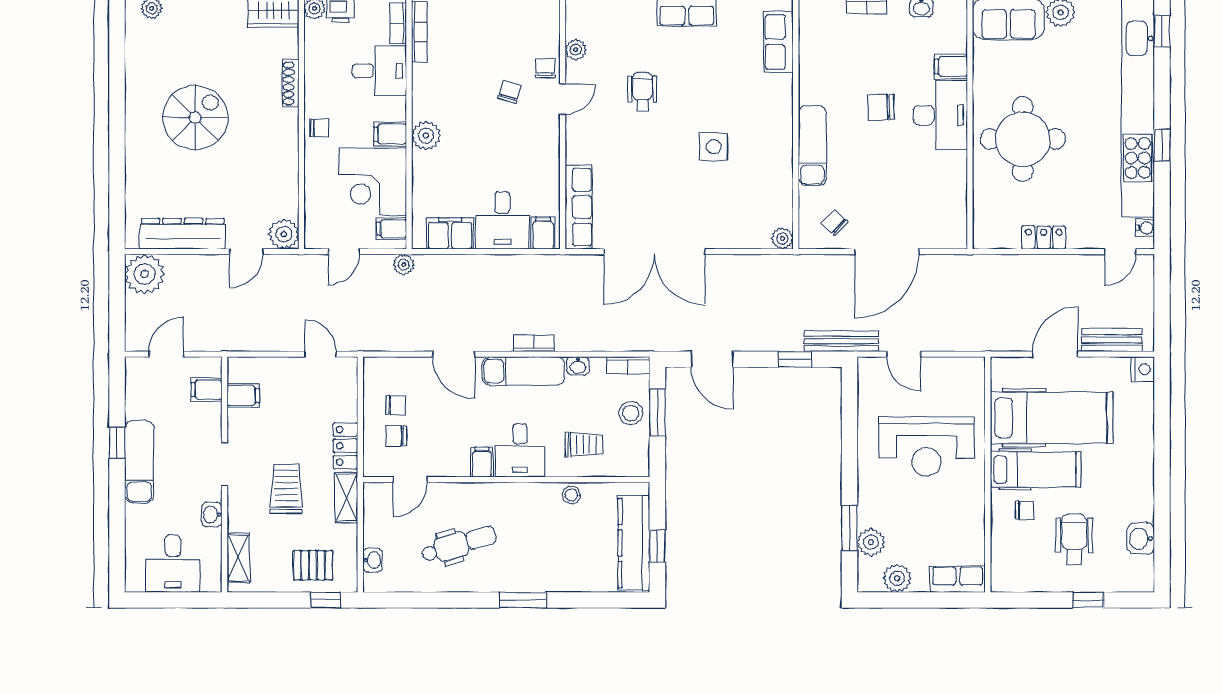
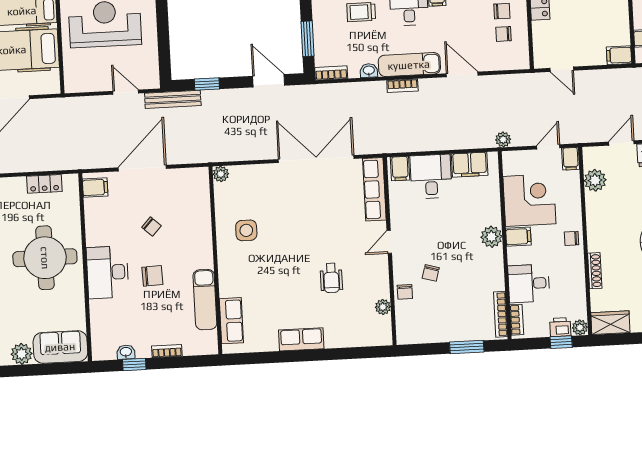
filing cabinet: (951, 66) -> (95, 187), moved
door: (563, 99) -> (389, 242), moved
exam couch: (812, 146) -> (205, 300), moved
side table: (714, 147) -> (246, 230), moved
chair: (834, 223) -> (151, 227), moved
filing cabinet: (392, 229) -> (571, 159), moved, turned 90
plant: (284, 234) -> (595, 180), moved
locker: (1044, 237) -> (44, 184), moved
filing cabinet: (243, 396) -> (619, 55), moved
stool: (631, 413) -> (327, 37), removed

